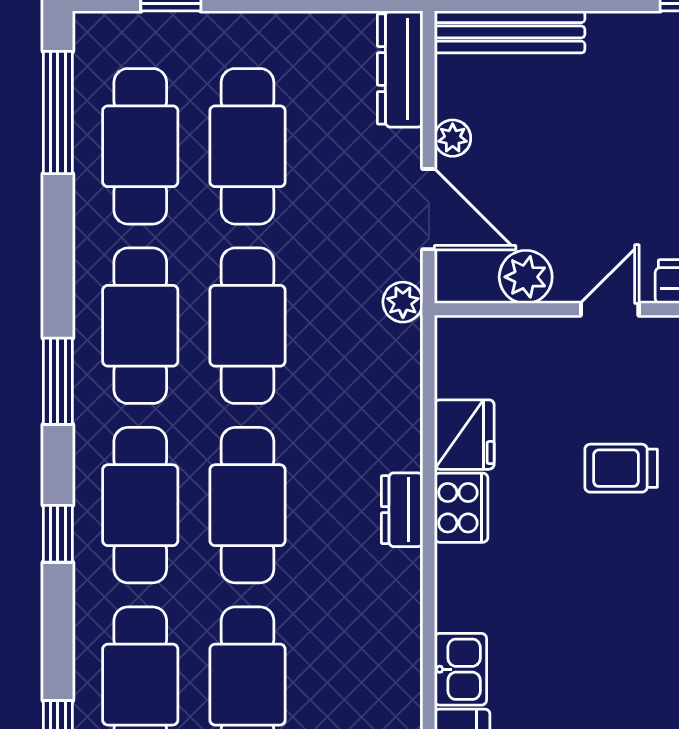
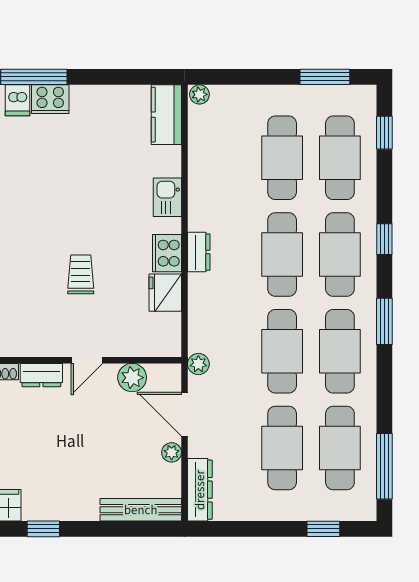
trolley: (621, 468) -> (81, 274), turned -90
kitchen sink: (460, 669) -> (167, 197), moved

